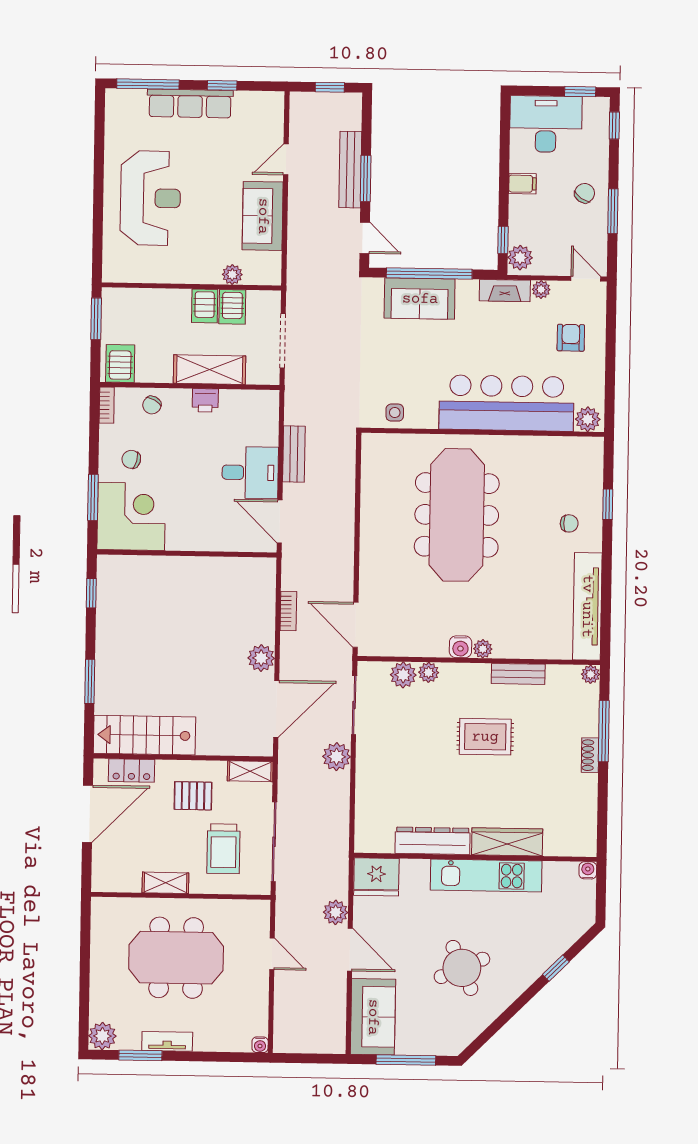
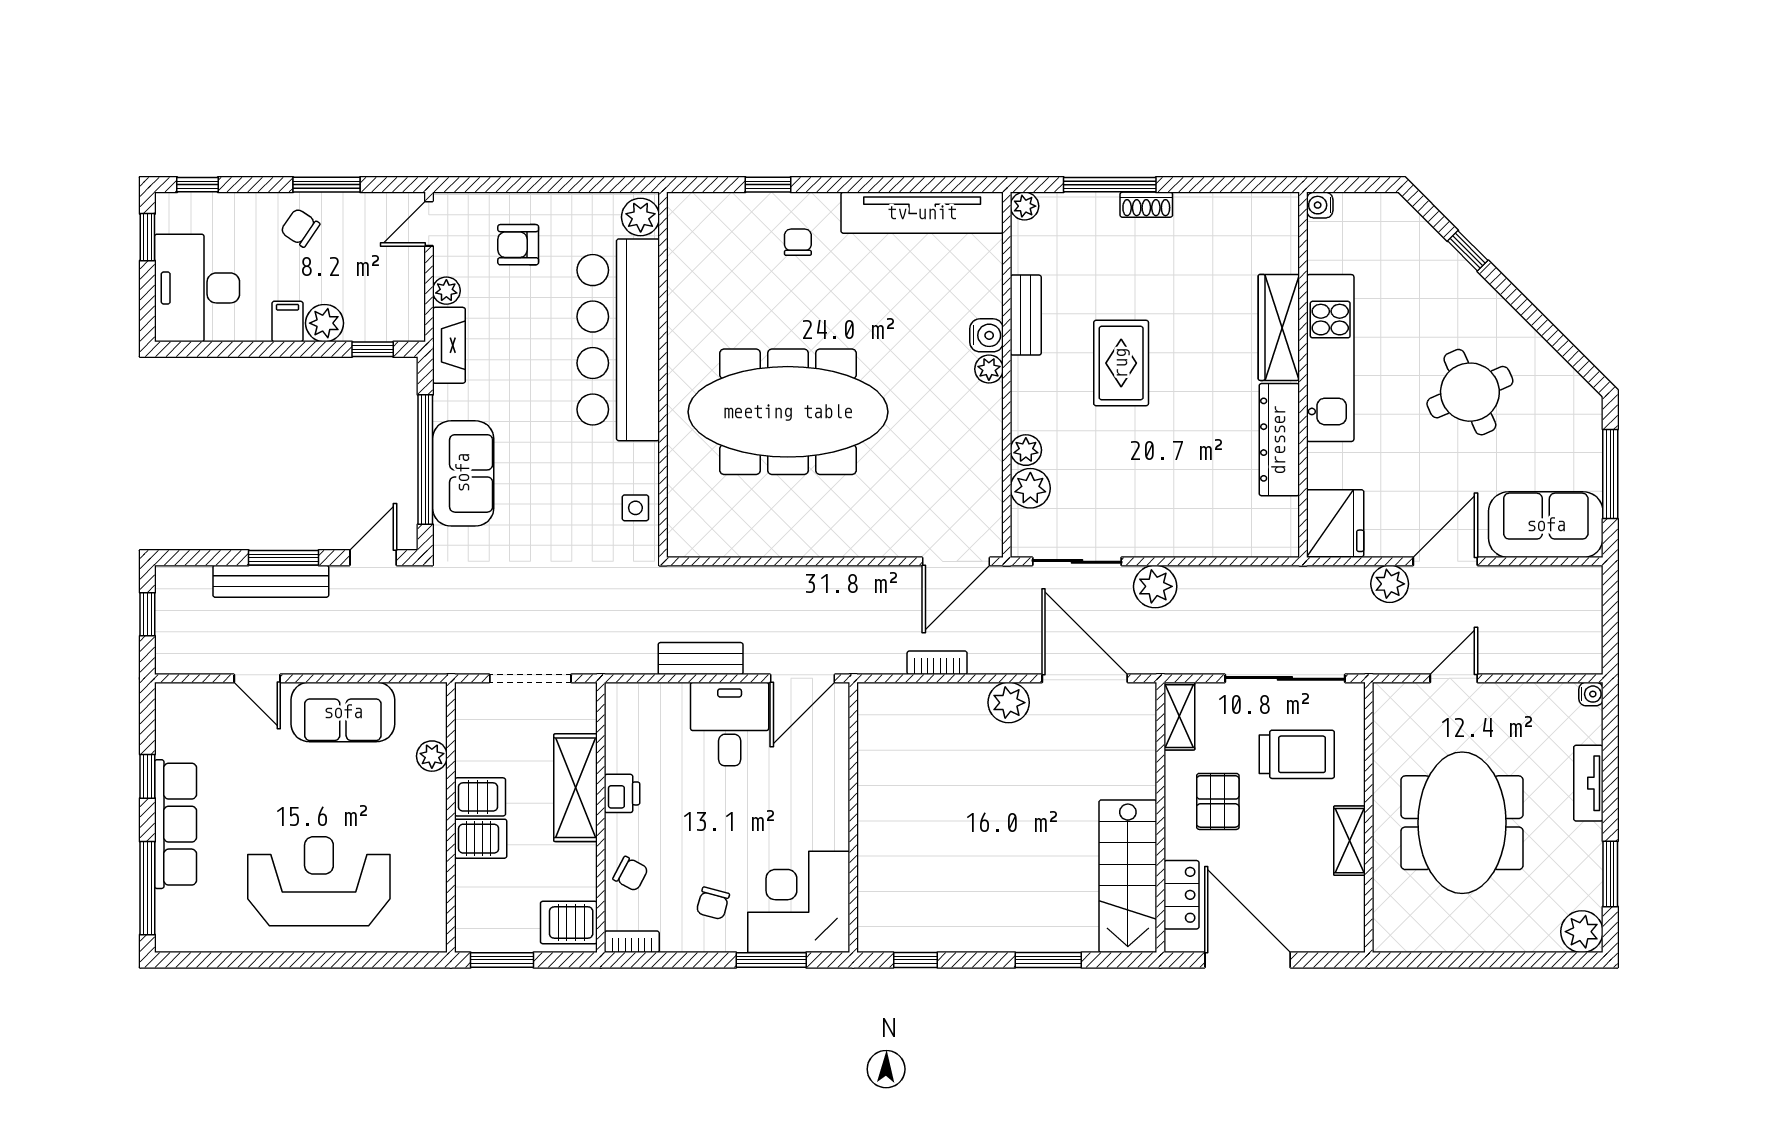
plant: (520, 258) -> (325, 323), moved
server rack: (232, 307) -> (481, 839), moved
water cooler: (460, 647) -> (987, 335), moved
tv unit: (167, 1041) -> (1588, 783), moved

